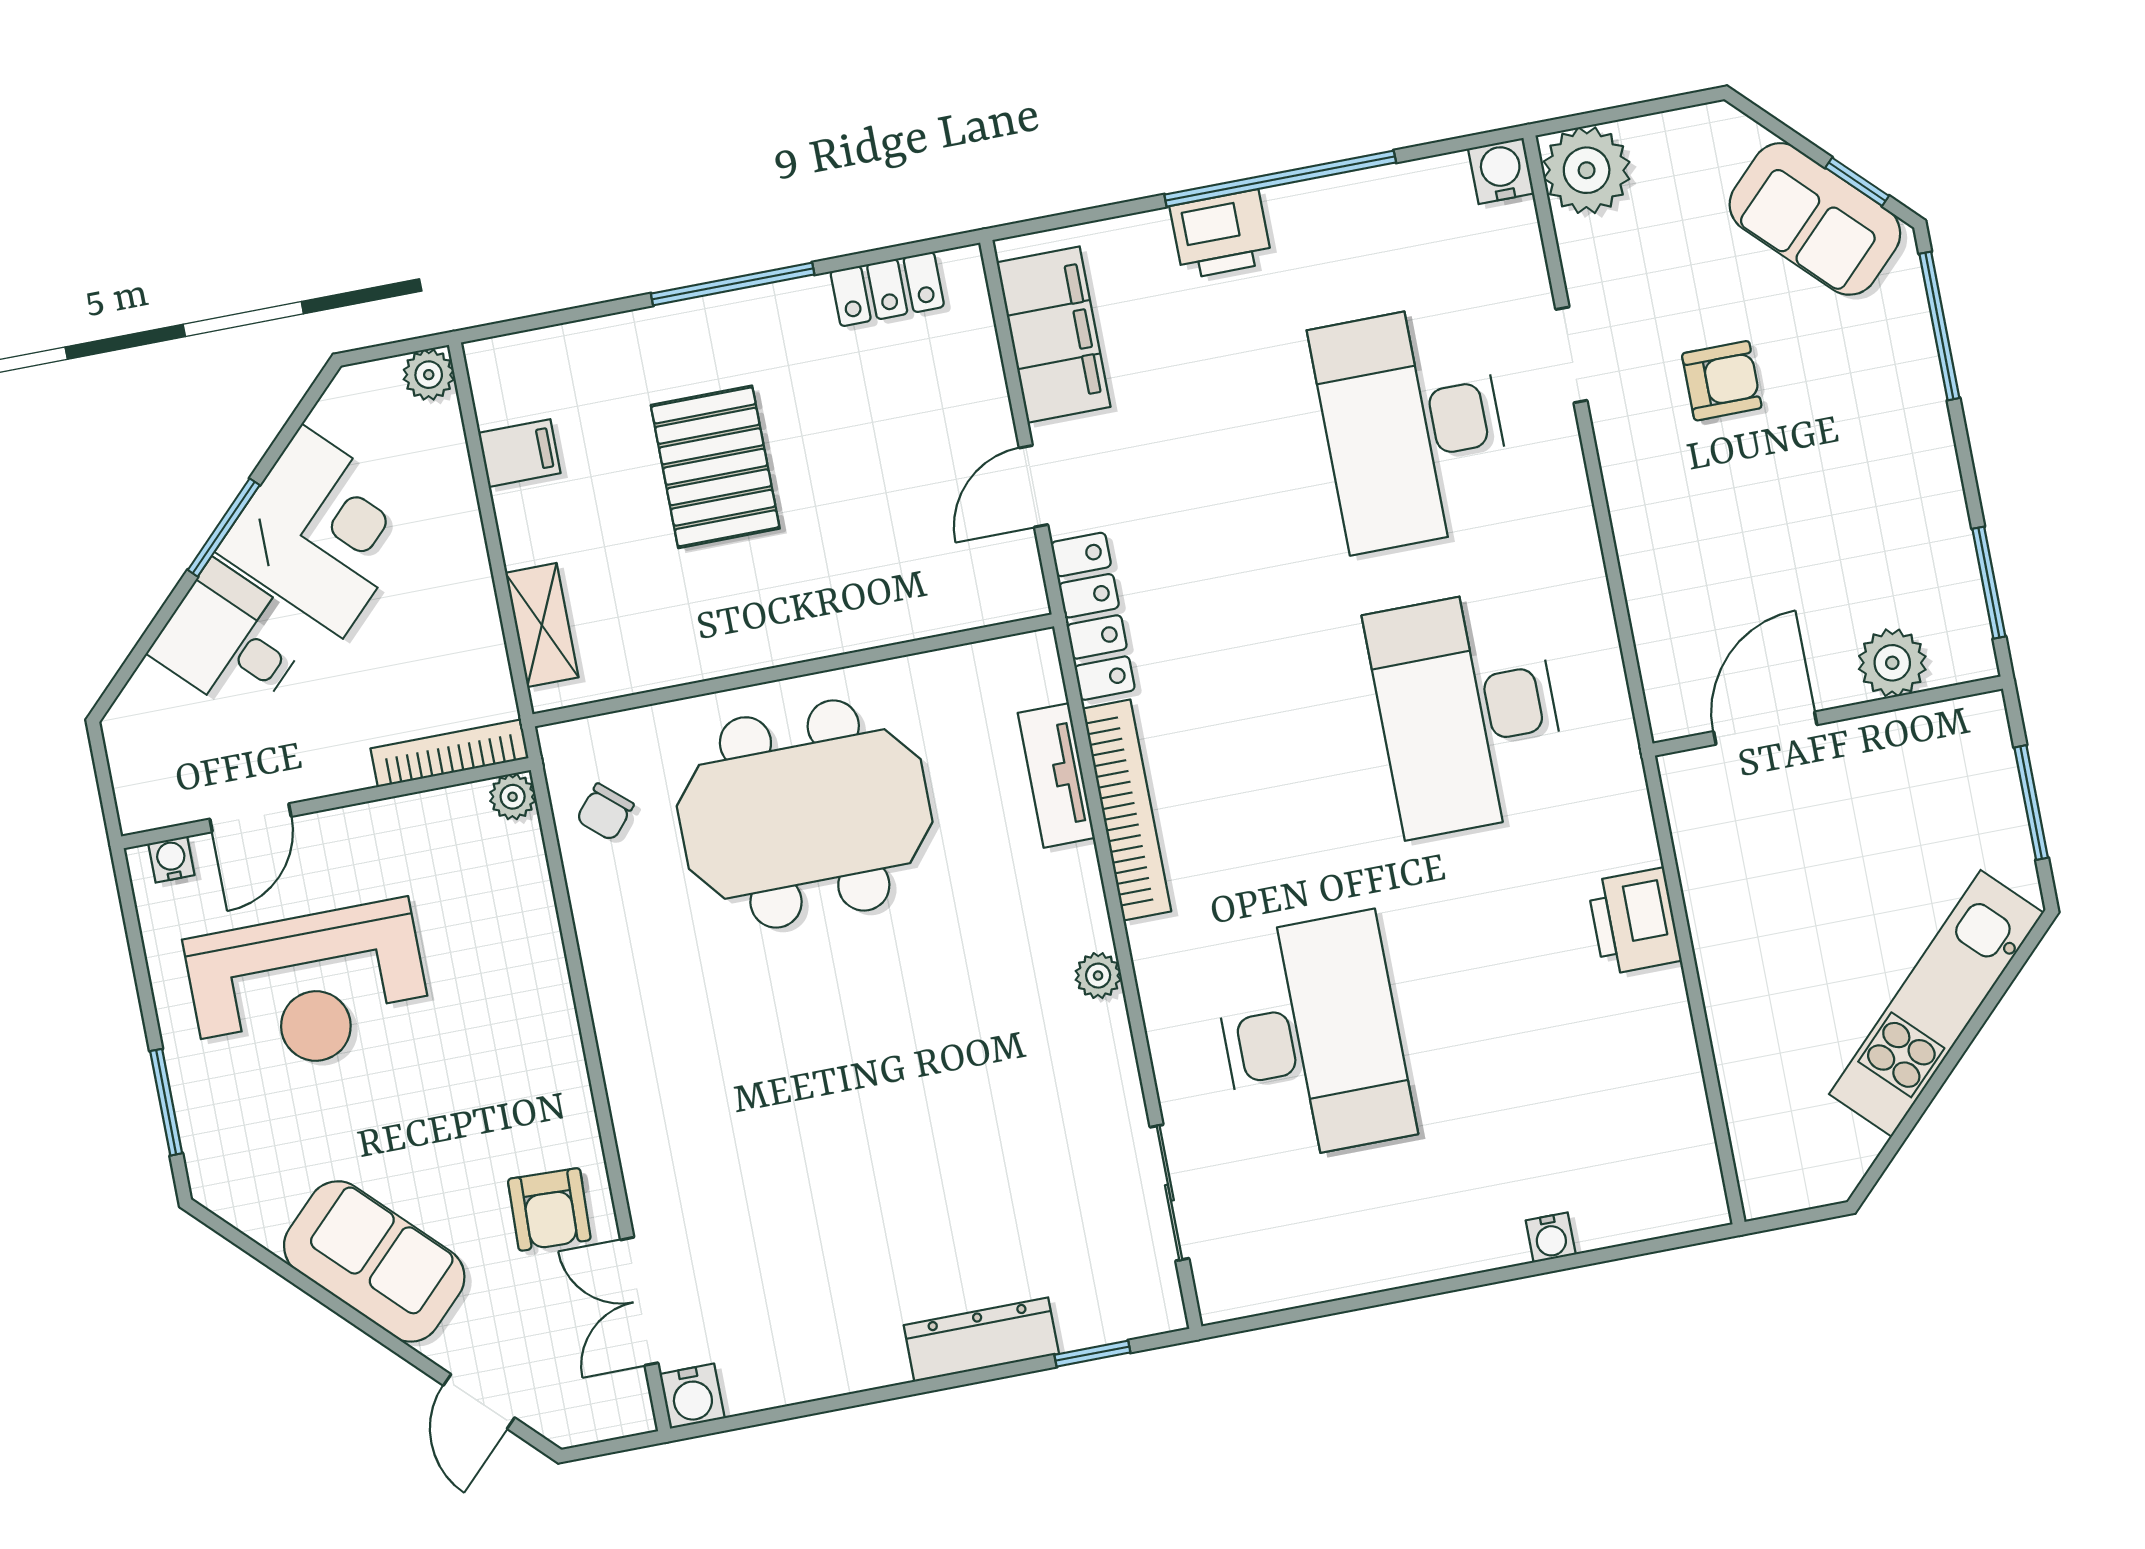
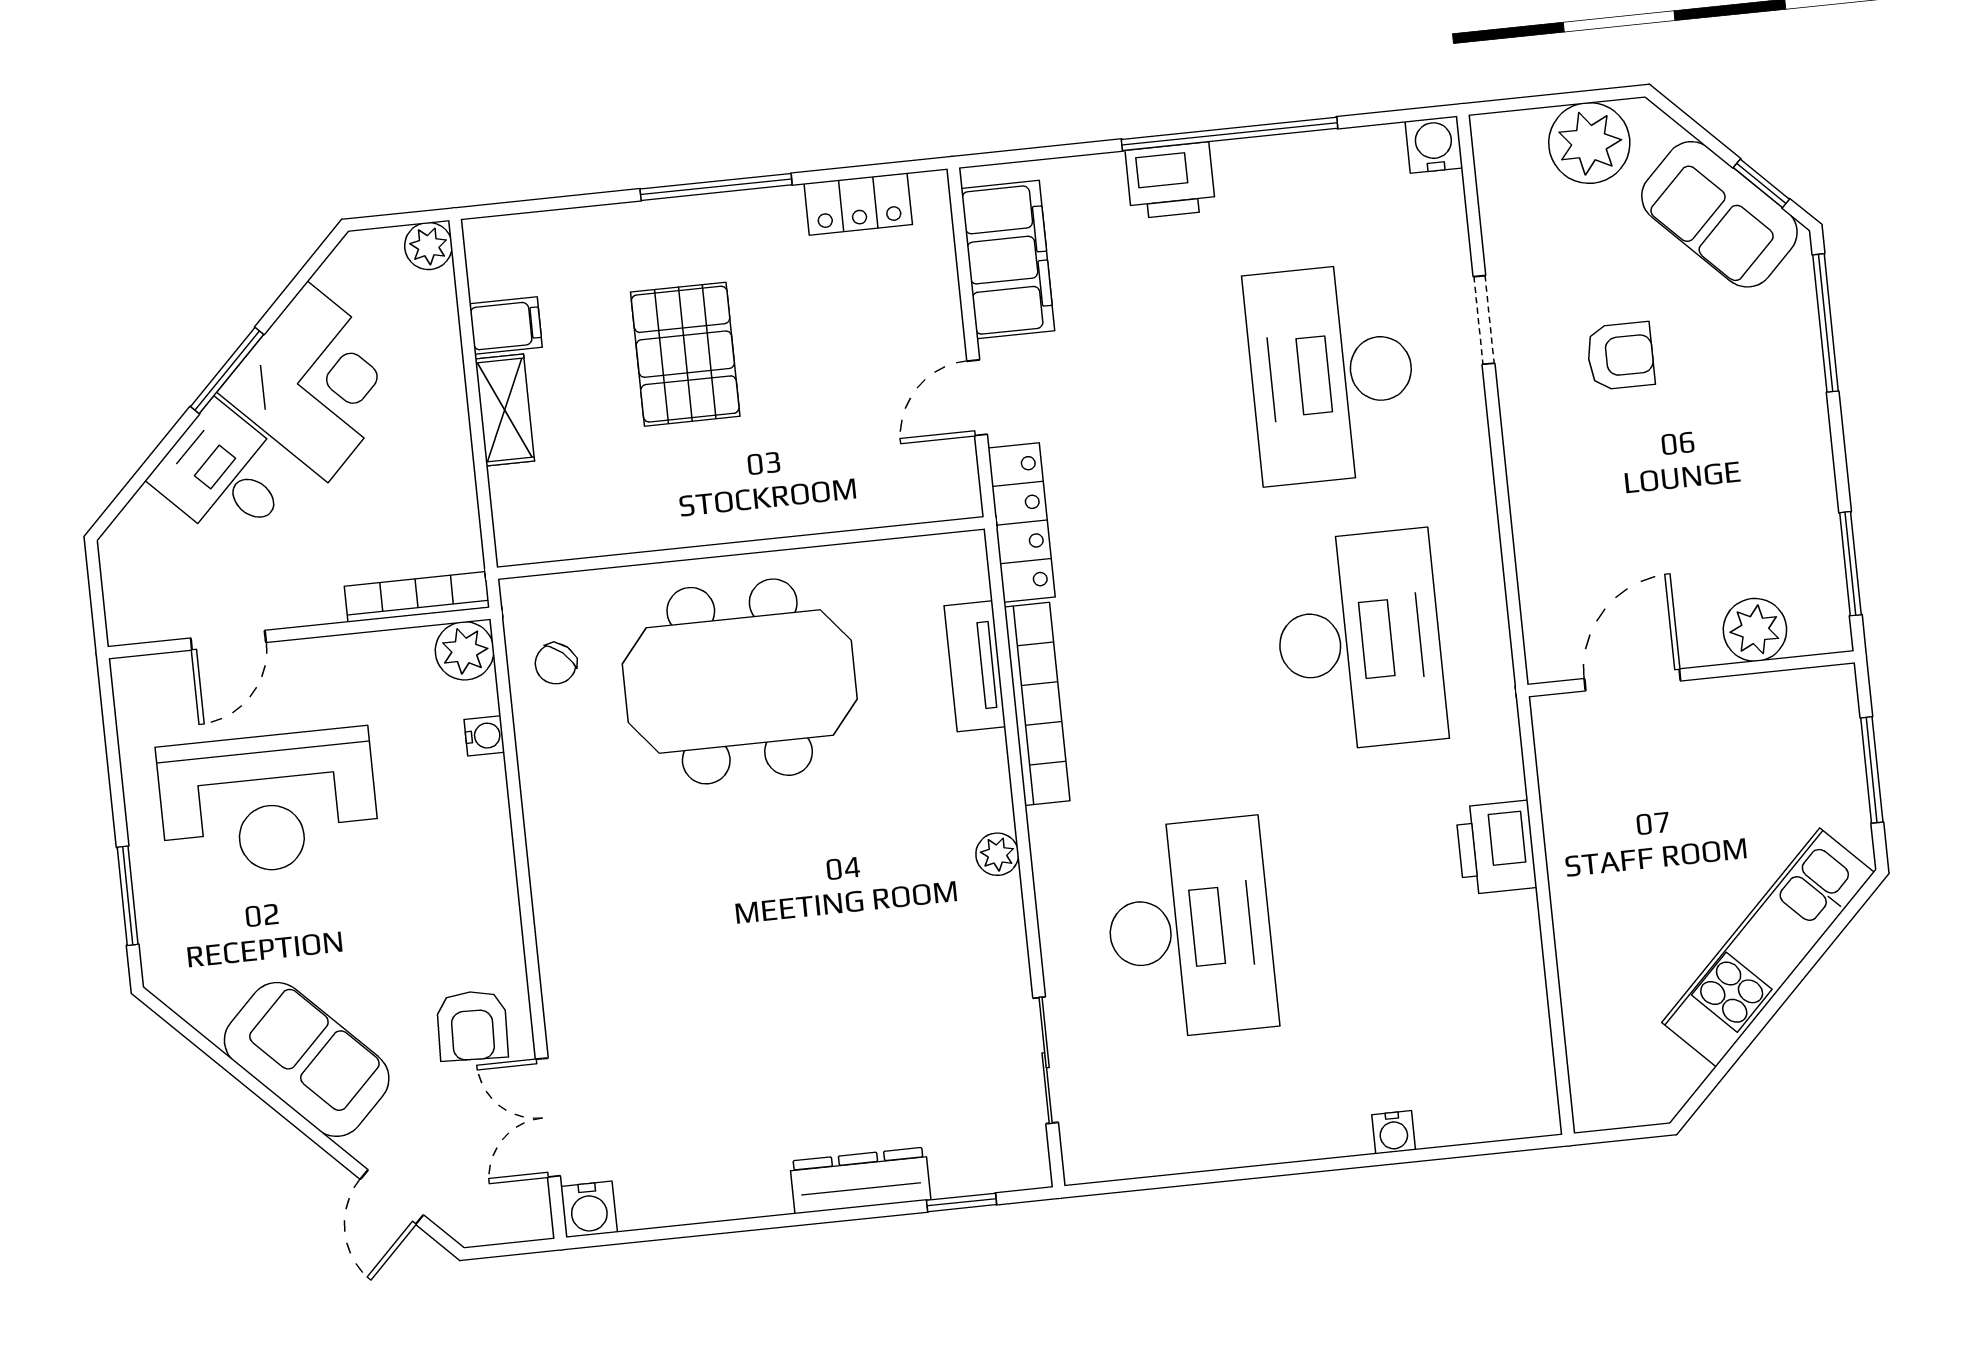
plant: (1587, 170) -> (1589, 143), moved
shelving: (542, 625) -> (505, 410), moved
desk: (1468, 712) -> (1359, 641), turned 180
plant: (513, 797) -> (465, 651), width x1.38, depth x1.38
water cooler: (171, 859) -> (484, 736), moved, turned 90

